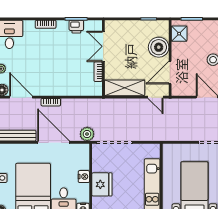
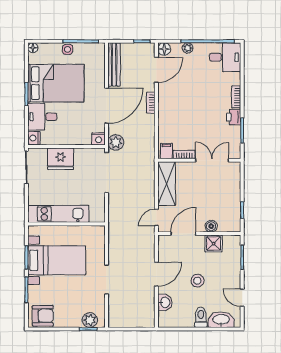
printer: (76, 27) -> (234, 117), moved
shower: (179, 34) -> (214, 243), moved
boiler: (159, 47) -> (211, 226), width x0.54, depth x0.54
door: (170, 73) -> (183, 234), hinge flipped
filing cabinet: (95, 88) -> (166, 151), added
nightstand: (84, 177) -> (99, 139), moved

